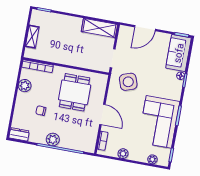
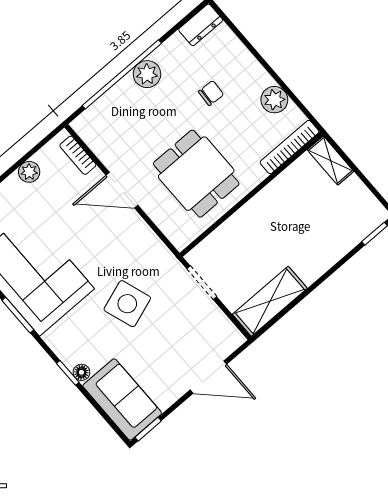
door: (145, 28) -> (208, 377), swing flipped
shelving: (32, 37) -> (330, 160), moved
side table: (128, 82) -> (127, 304), moved

